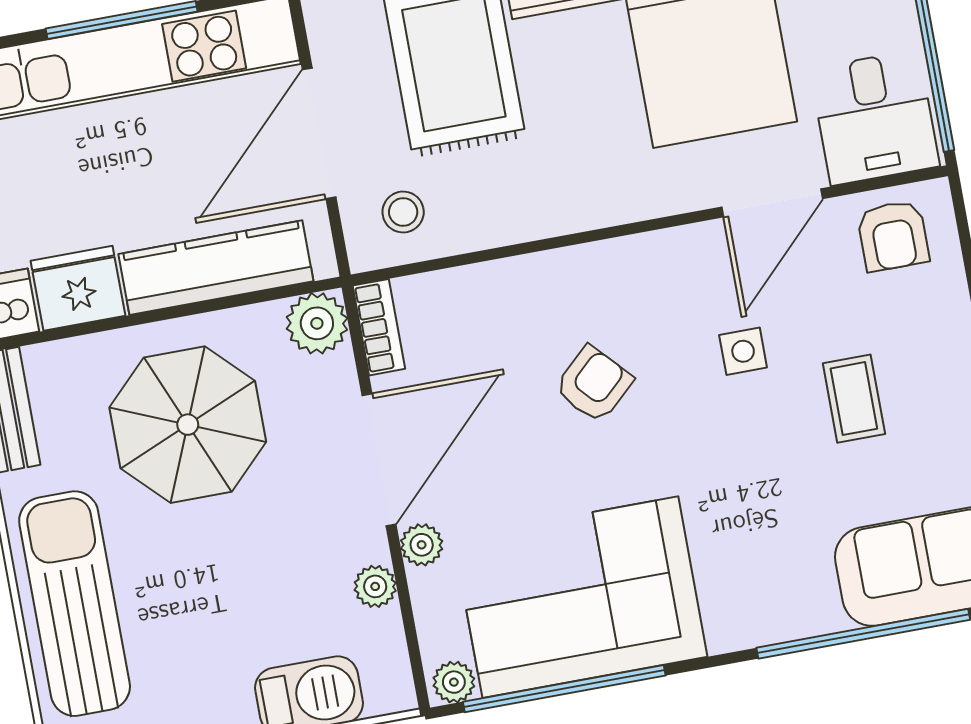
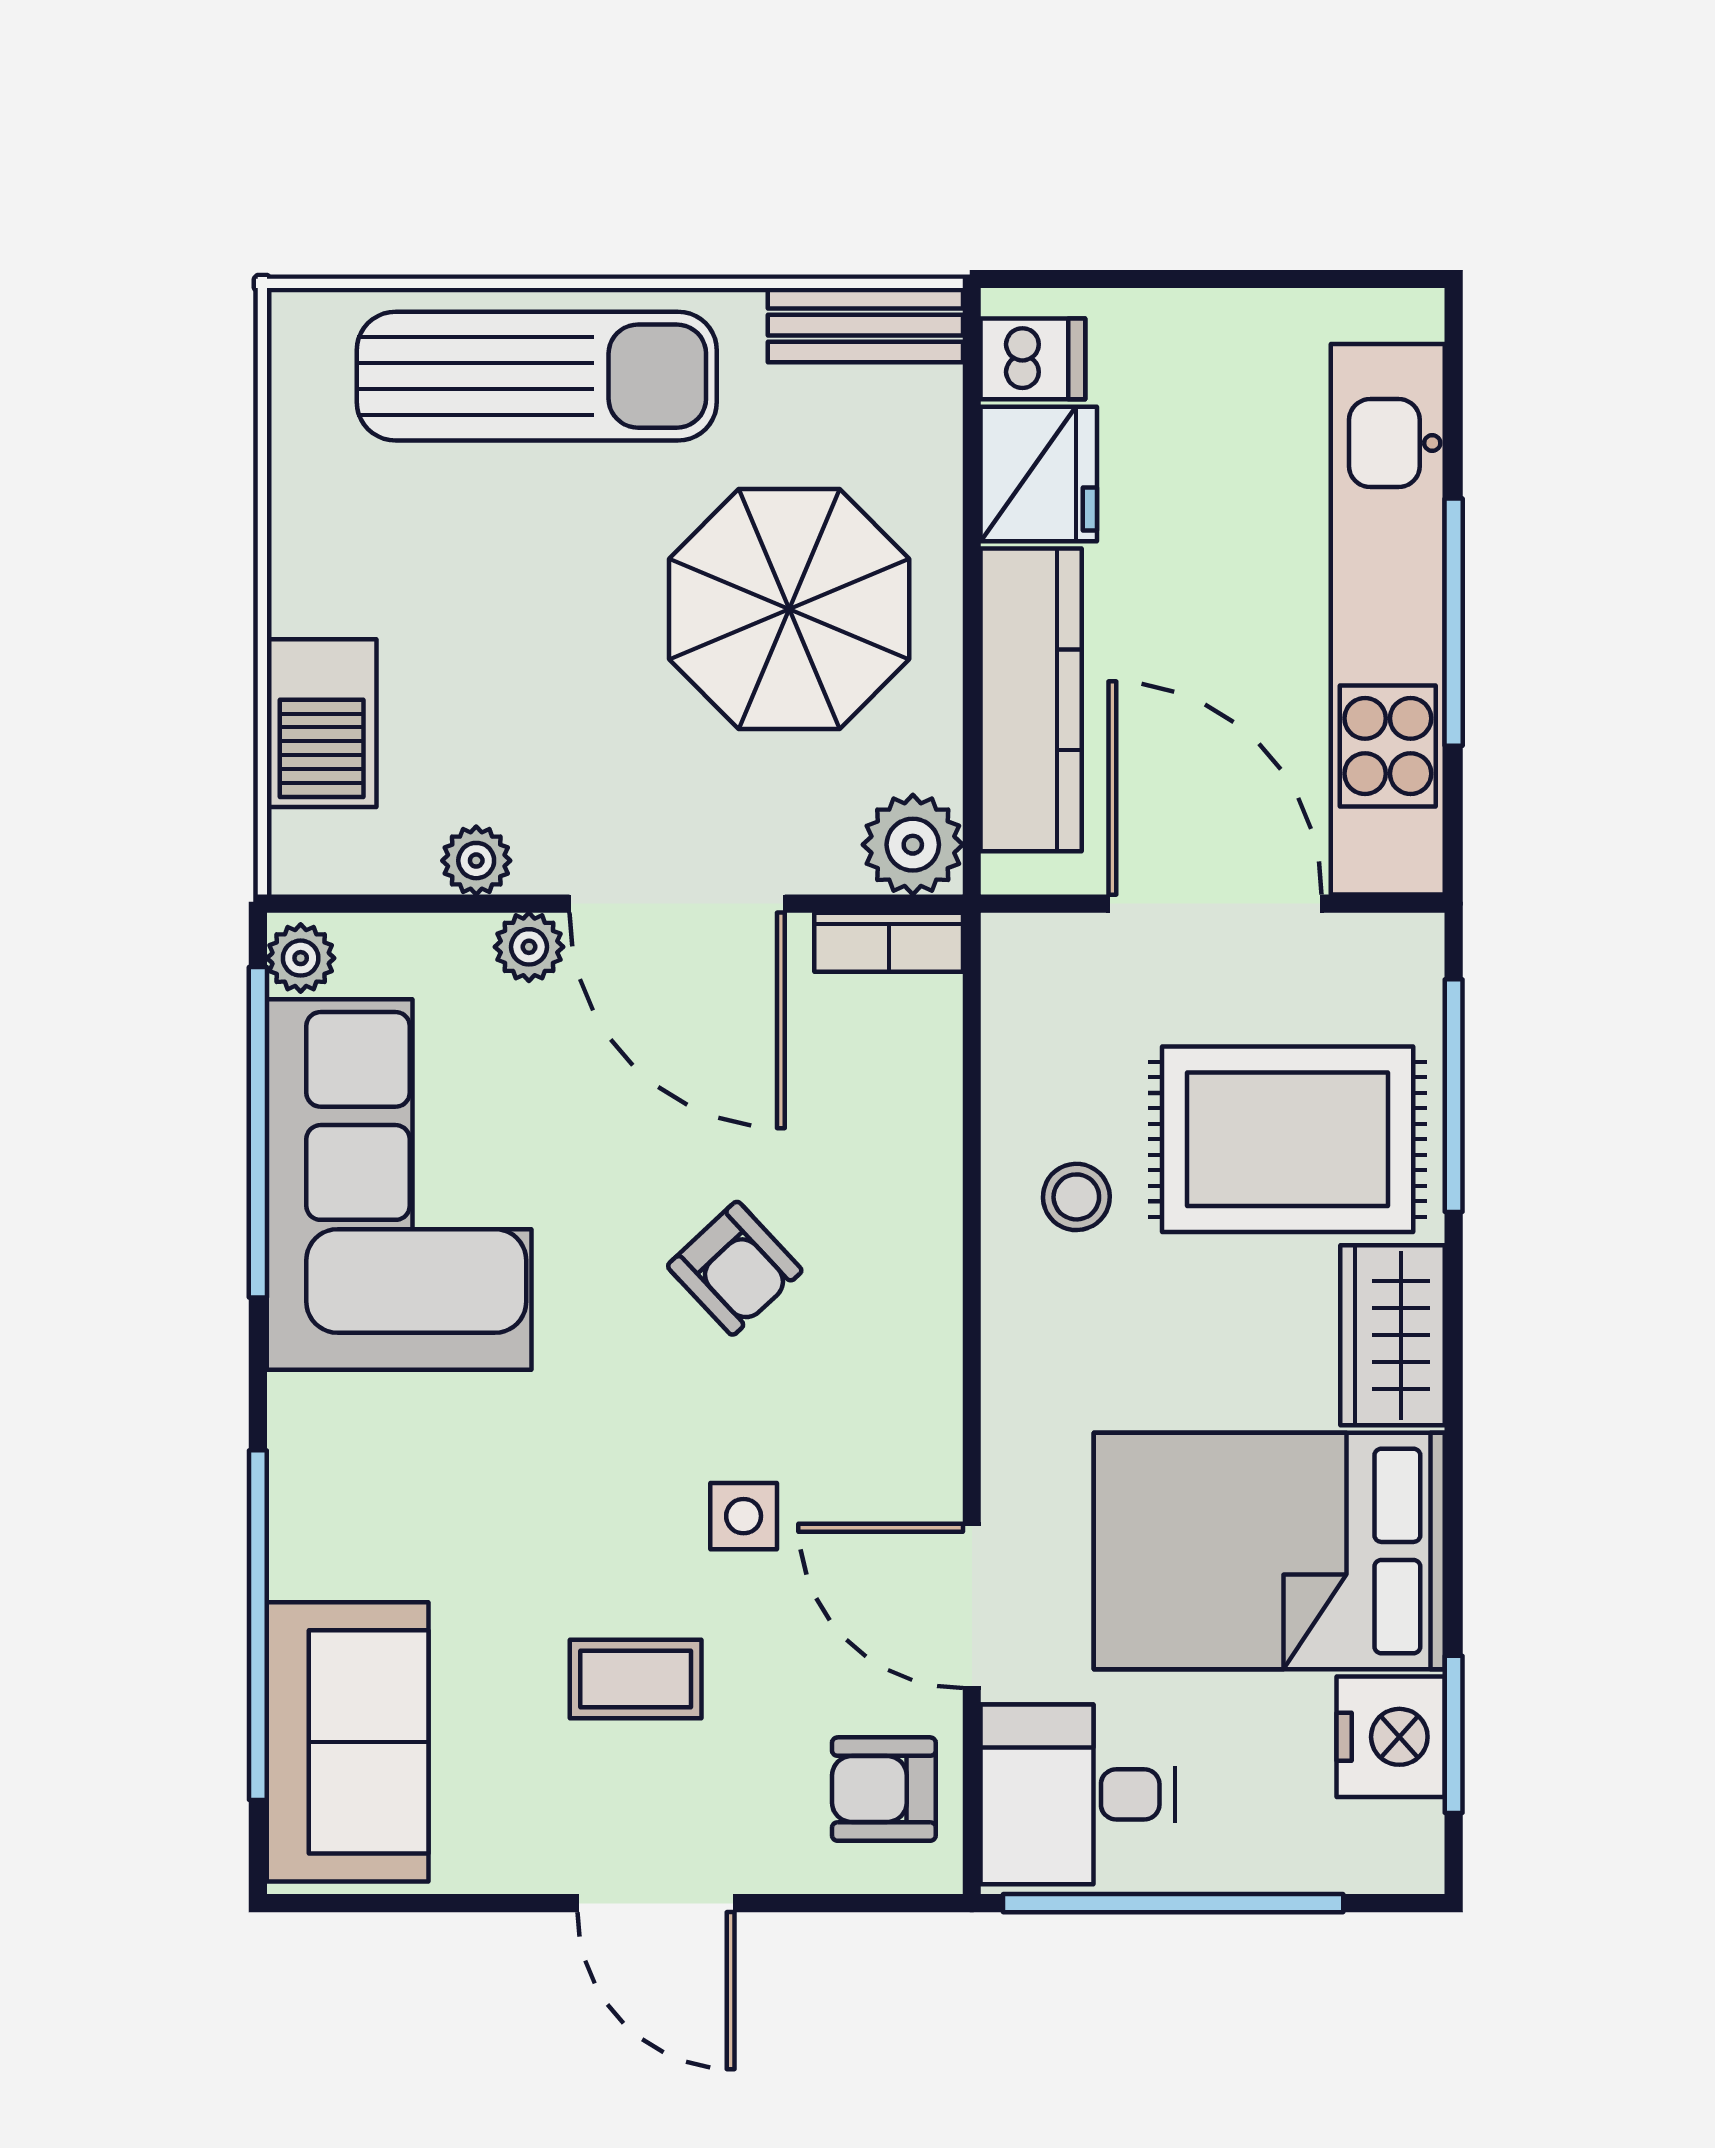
stool: (403, 212) -> (1076, 1197), moved

